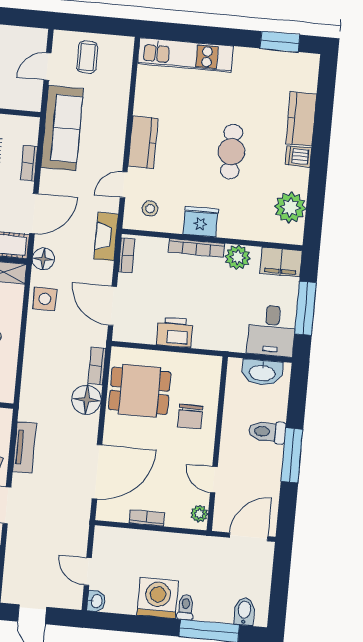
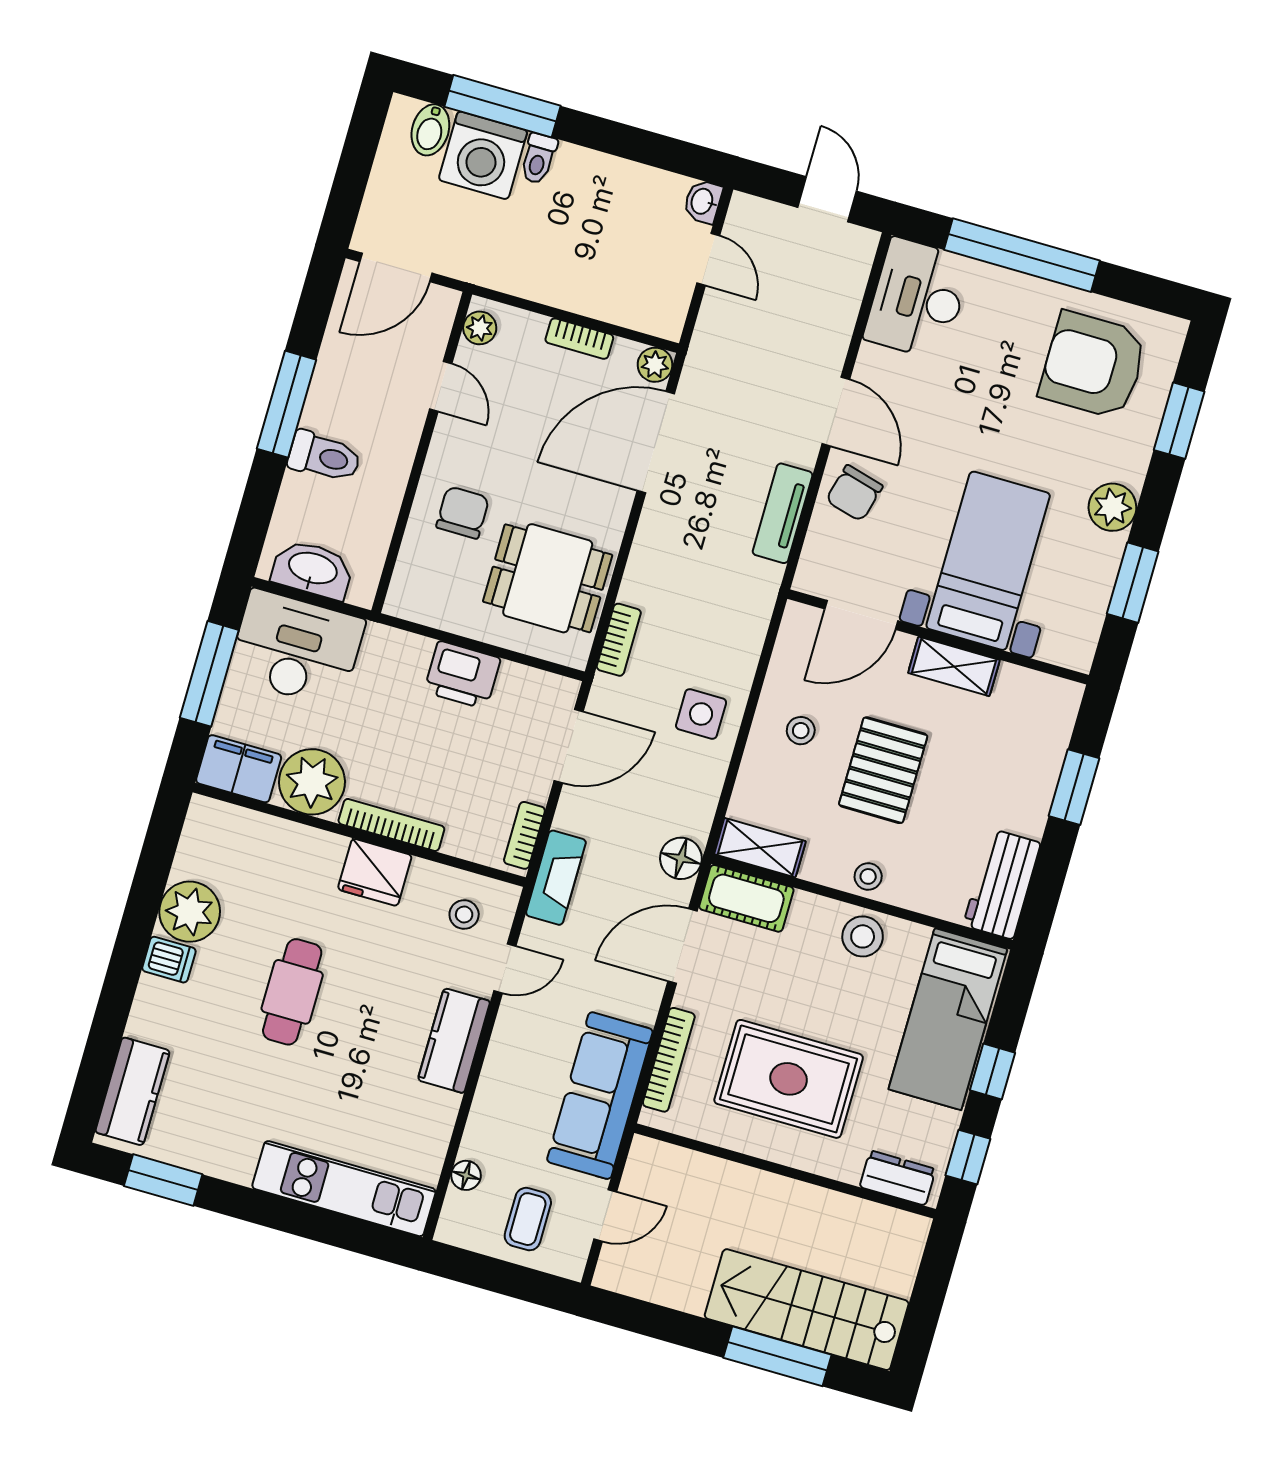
kitchen counter: (301, 119) -> (133, 1091), moved
bookcase: (29, 163) -> (669, 1060), width x1.56
plant: (290, 207) -> (190, 912), moved
plant: (238, 257) -> (312, 782), width x1.36, depth x1.36
side table: (45, 299) -> (701, 714), moved
door: (112, 306) -> (569, 746), hinge flipped
desk: (272, 331) -> (296, 648), width x1.37
floor lamp: (86, 400) -> (466, 1175), moved, width x0.53, depth x0.53
plant: (105, 512) -> (655, 365), added
washing machine: (158, 598) -> (483, 155), moved

